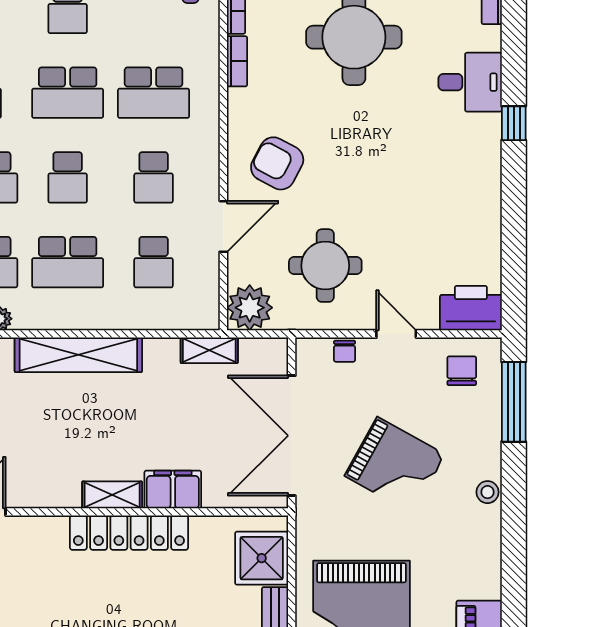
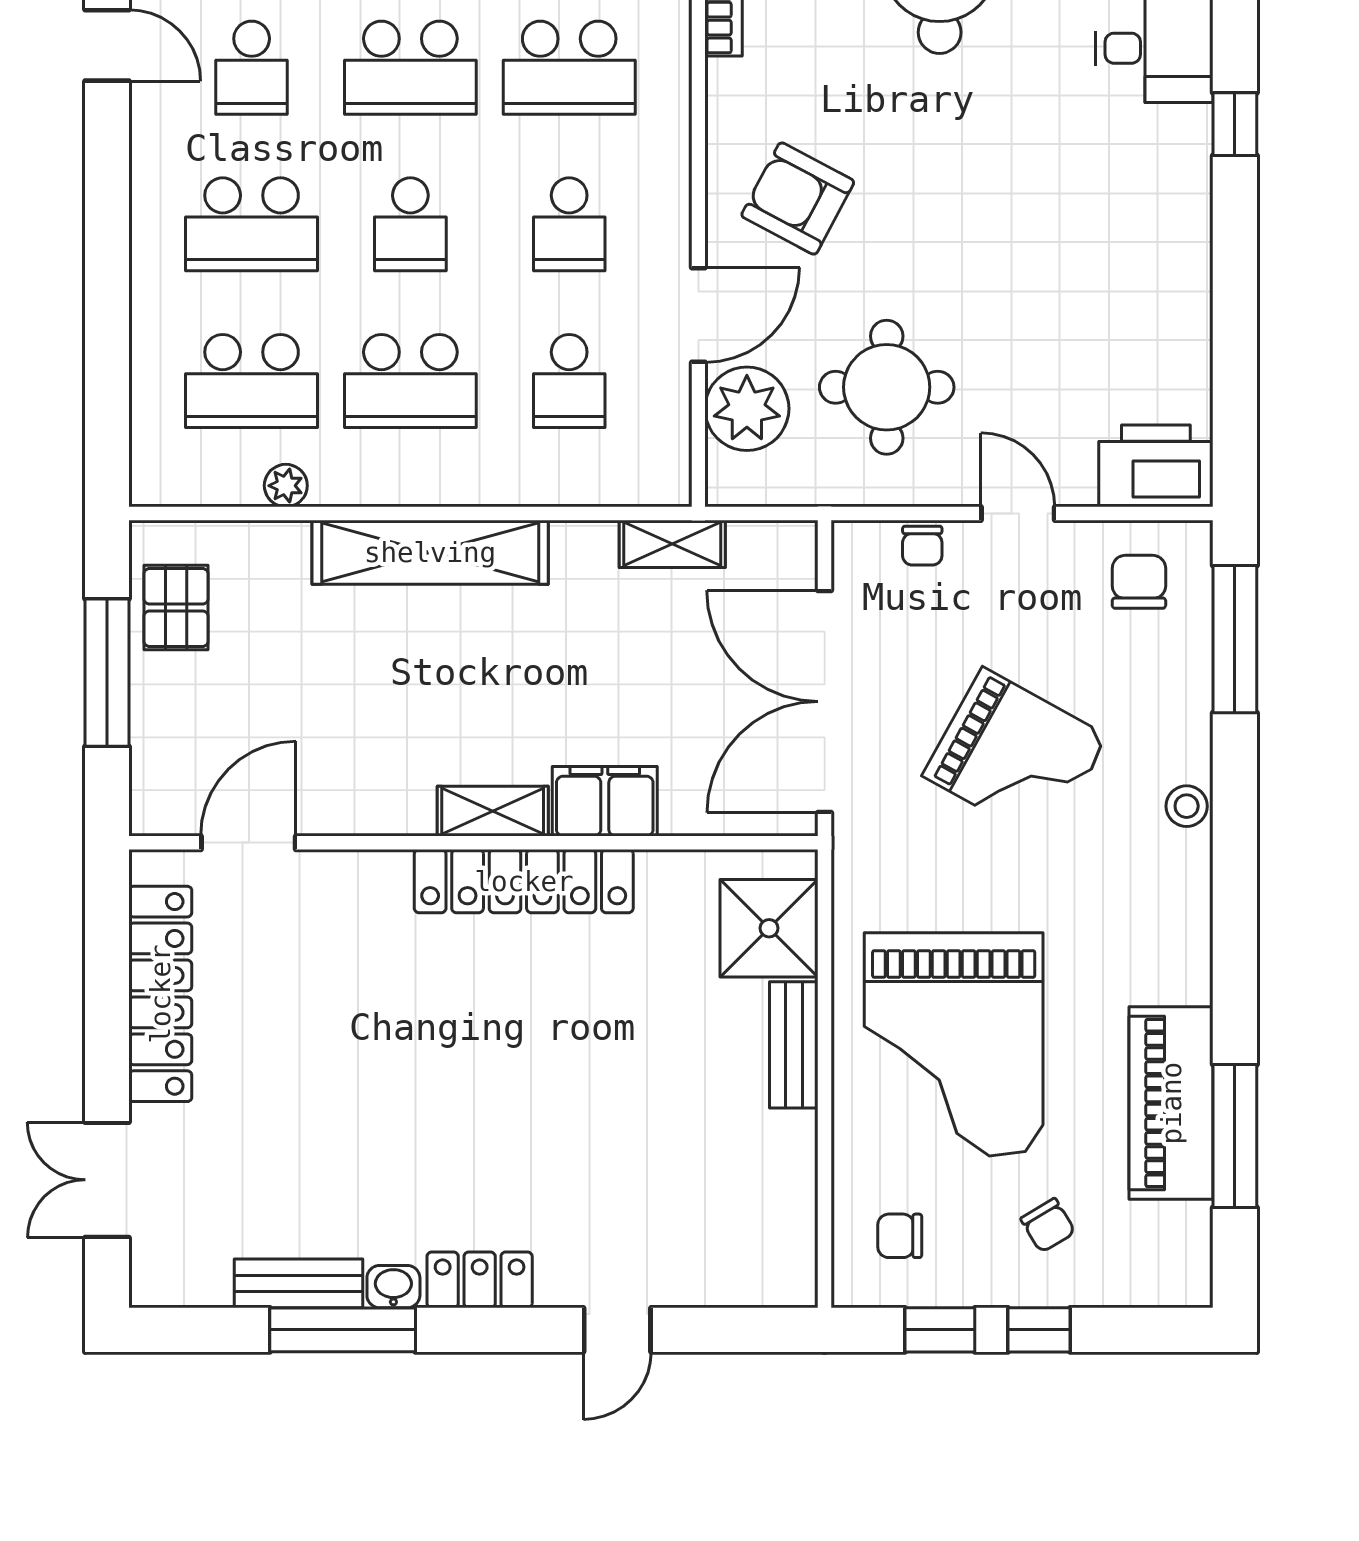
plant: (250, 308) -> (747, 409), moved

